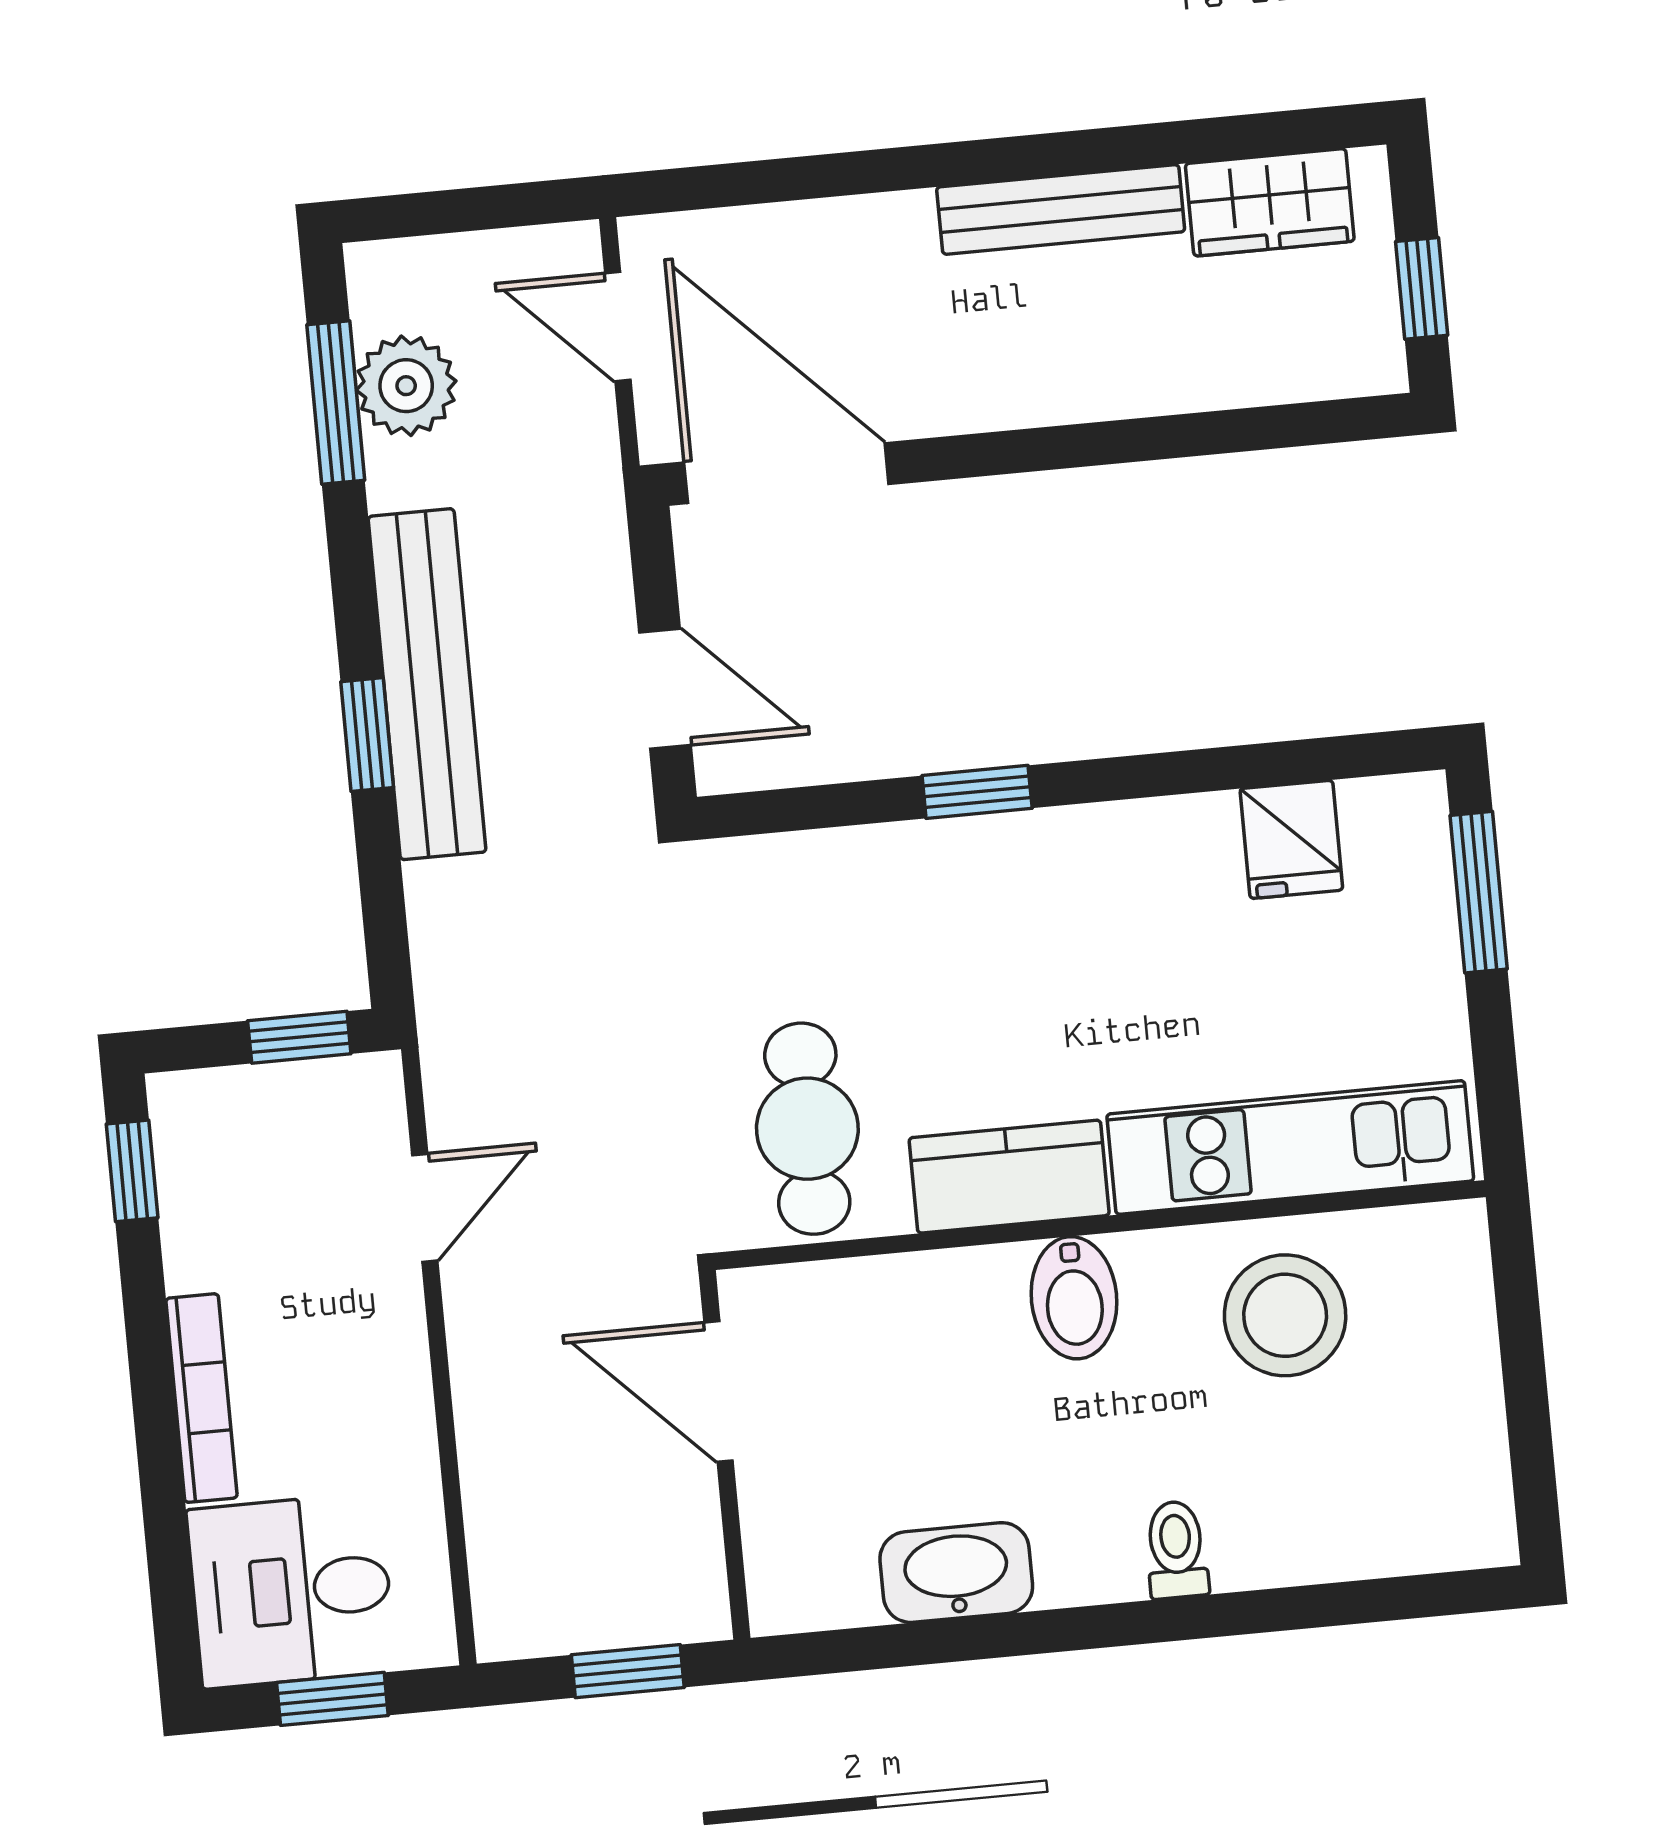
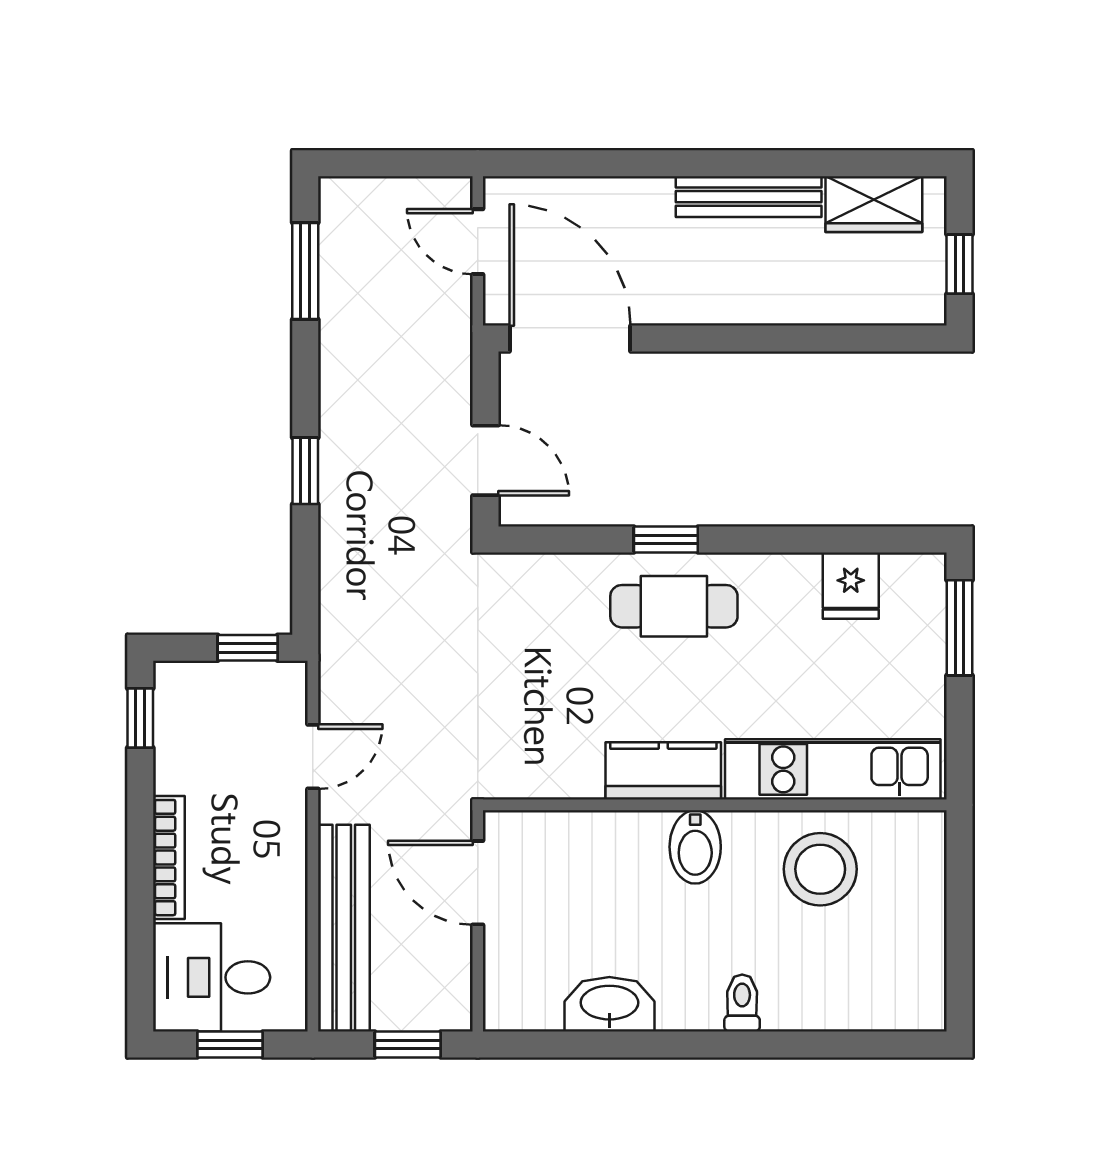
plant: (406, 386) -> (348, 265), removed
bench: (427, 684) -> (344, 928), moved
cafe table: (807, 1129) -> (674, 606), moved, turned 90

